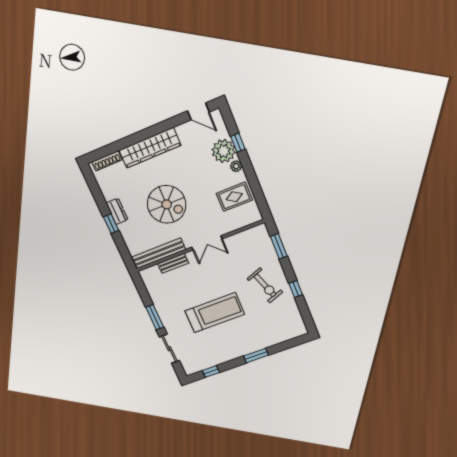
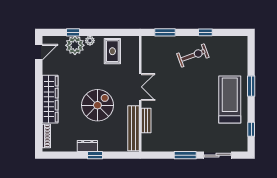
treadmill: (215, 313) -> (230, 100), moved

